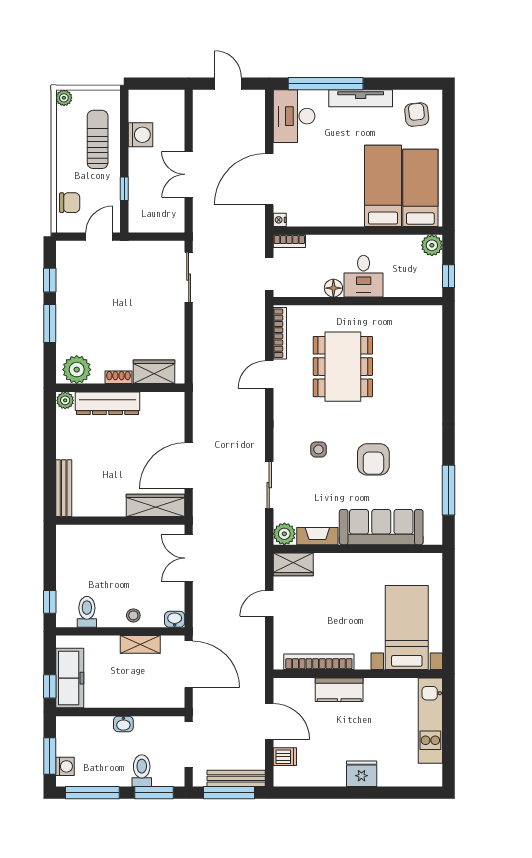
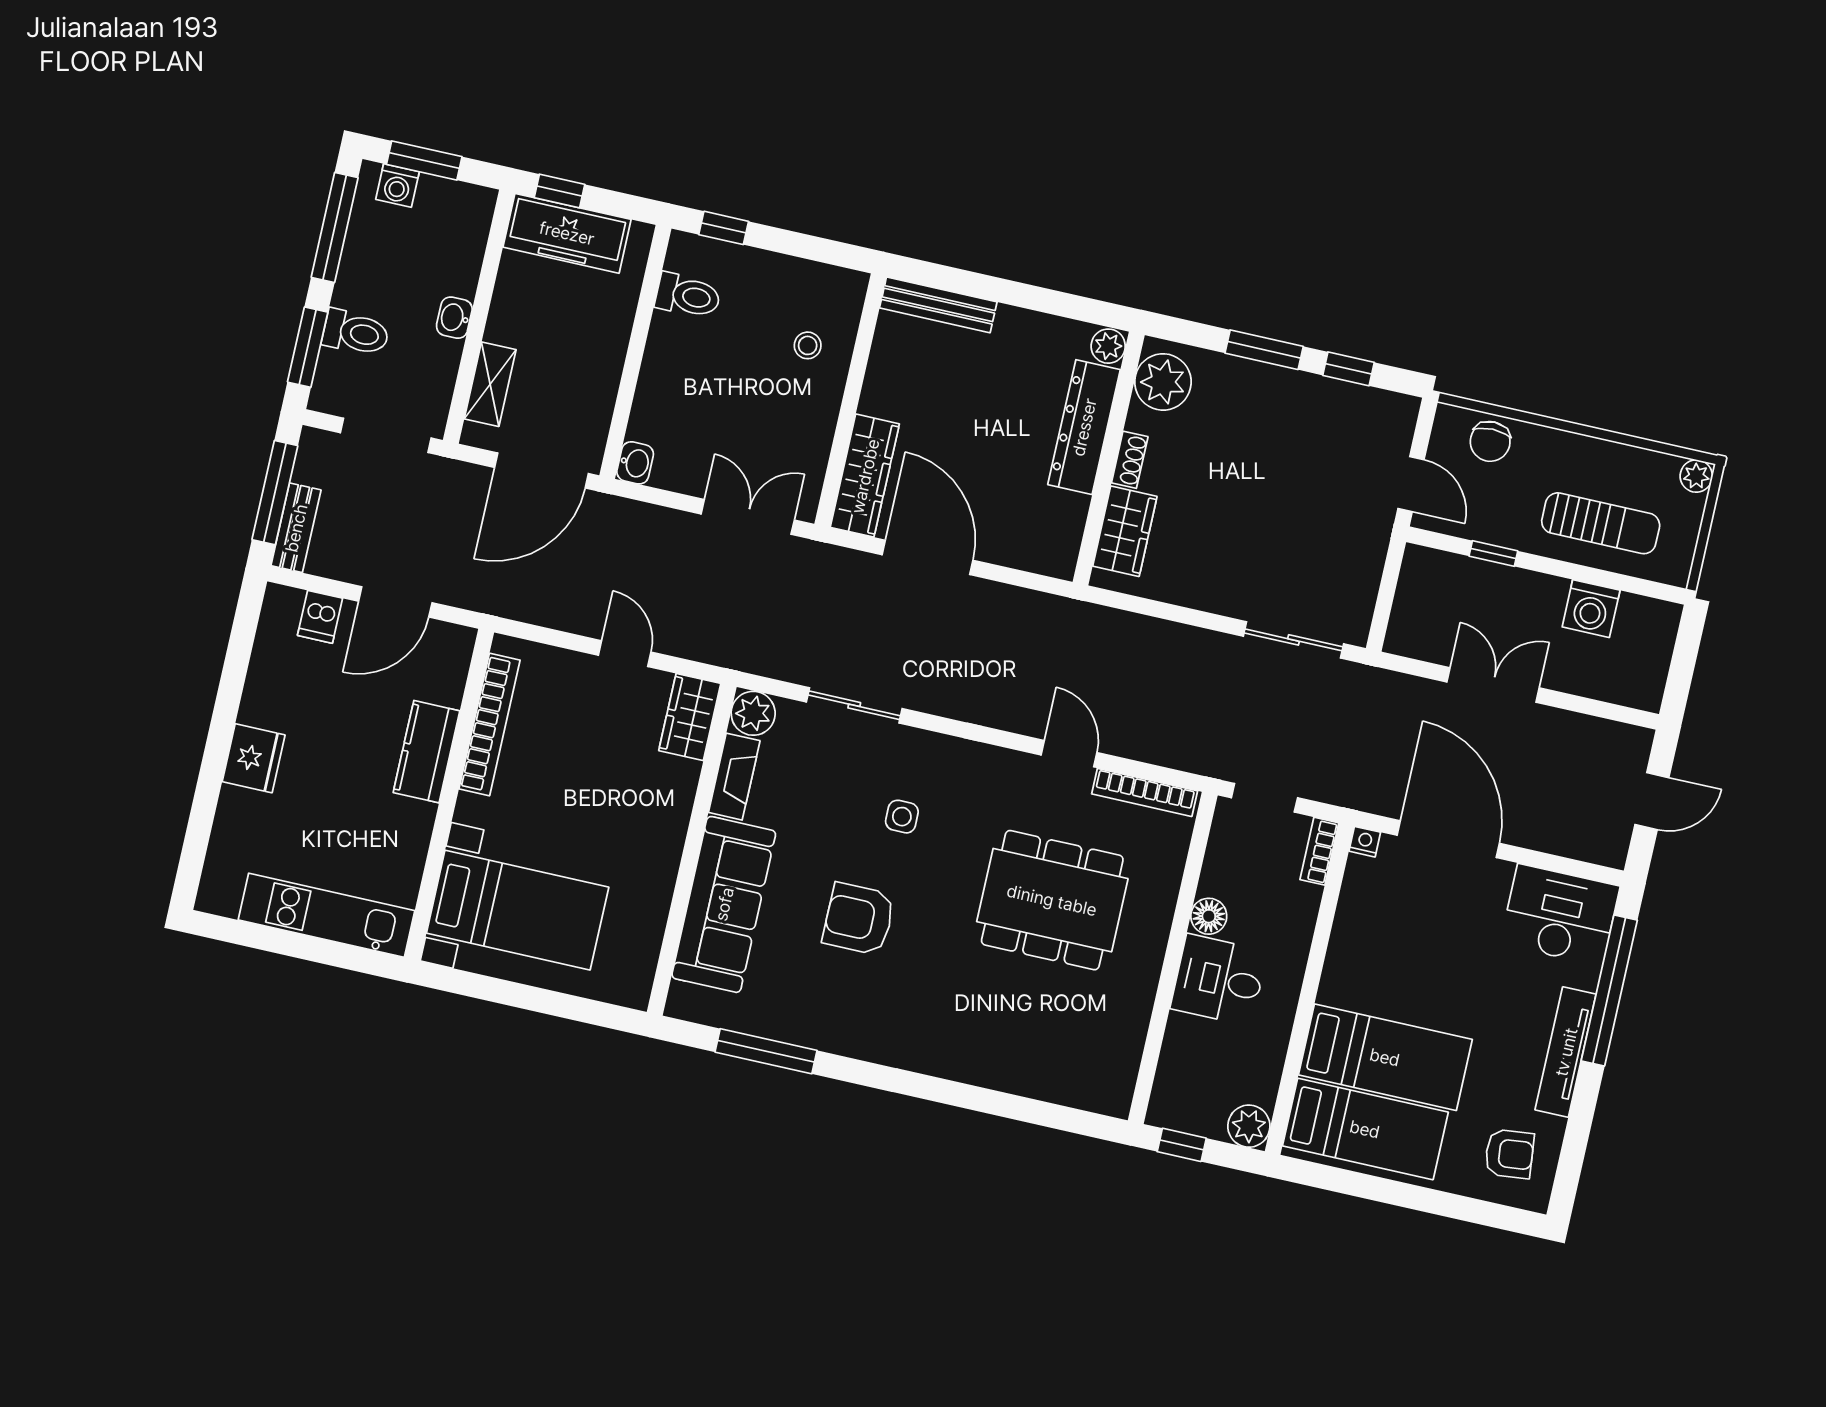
stool: (133, 615) -> (808, 345), moved
shelving: (140, 644) -> (490, 384), moved
bench: (236, 778) -> (296, 528), width x0.73

